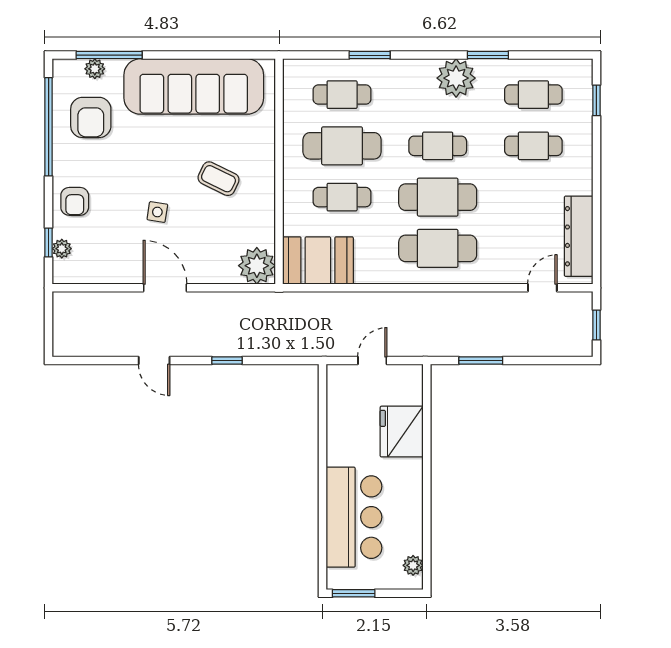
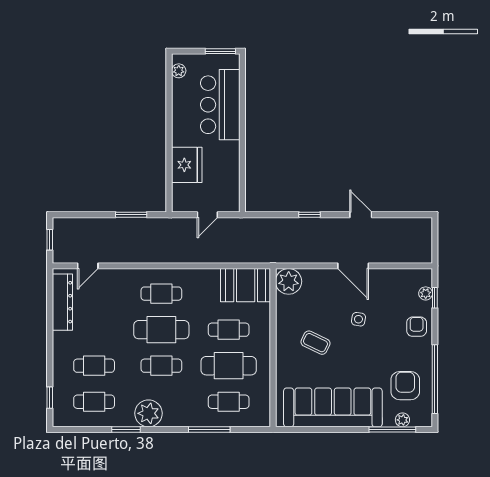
window: (370, 55) -> (209, 429), width x1.44
cafe table: (438, 248) -> (161, 294), width x0.73, depth x0.74

